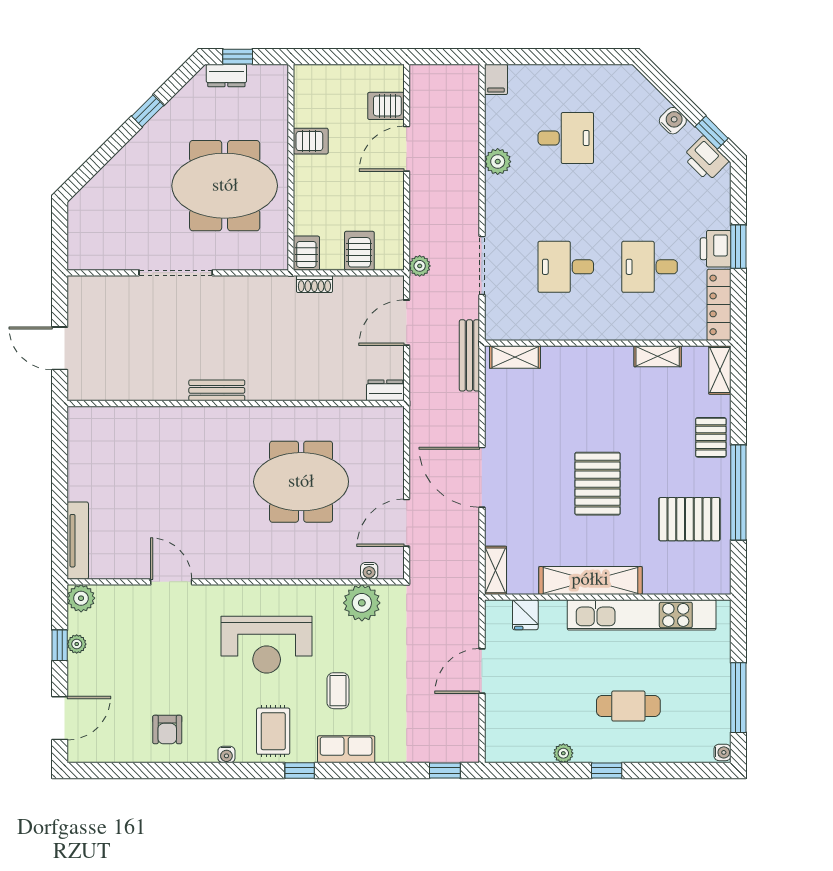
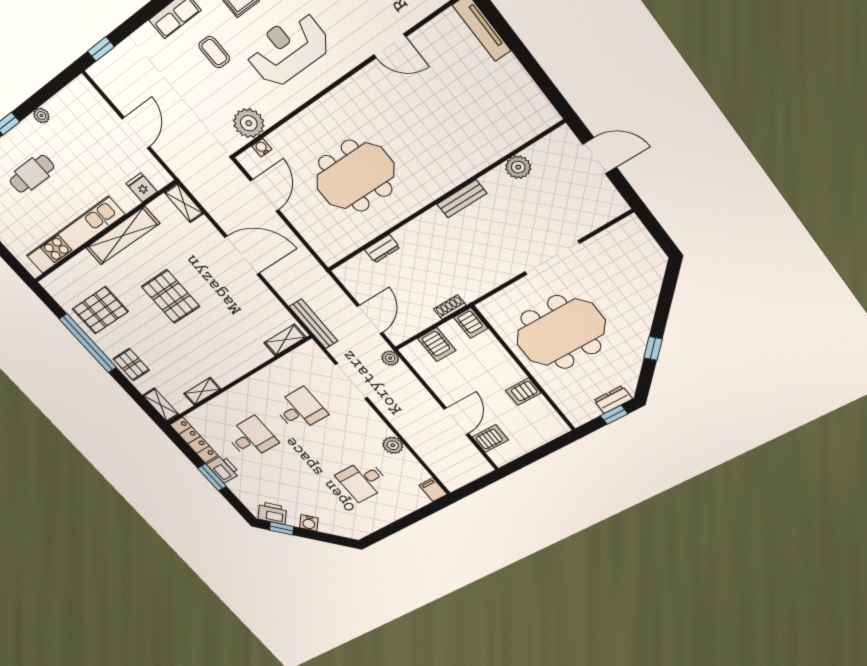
plant: (141, 387) -> (518, 167), added
dresser: (385, 390) -> (382, 249), moved

